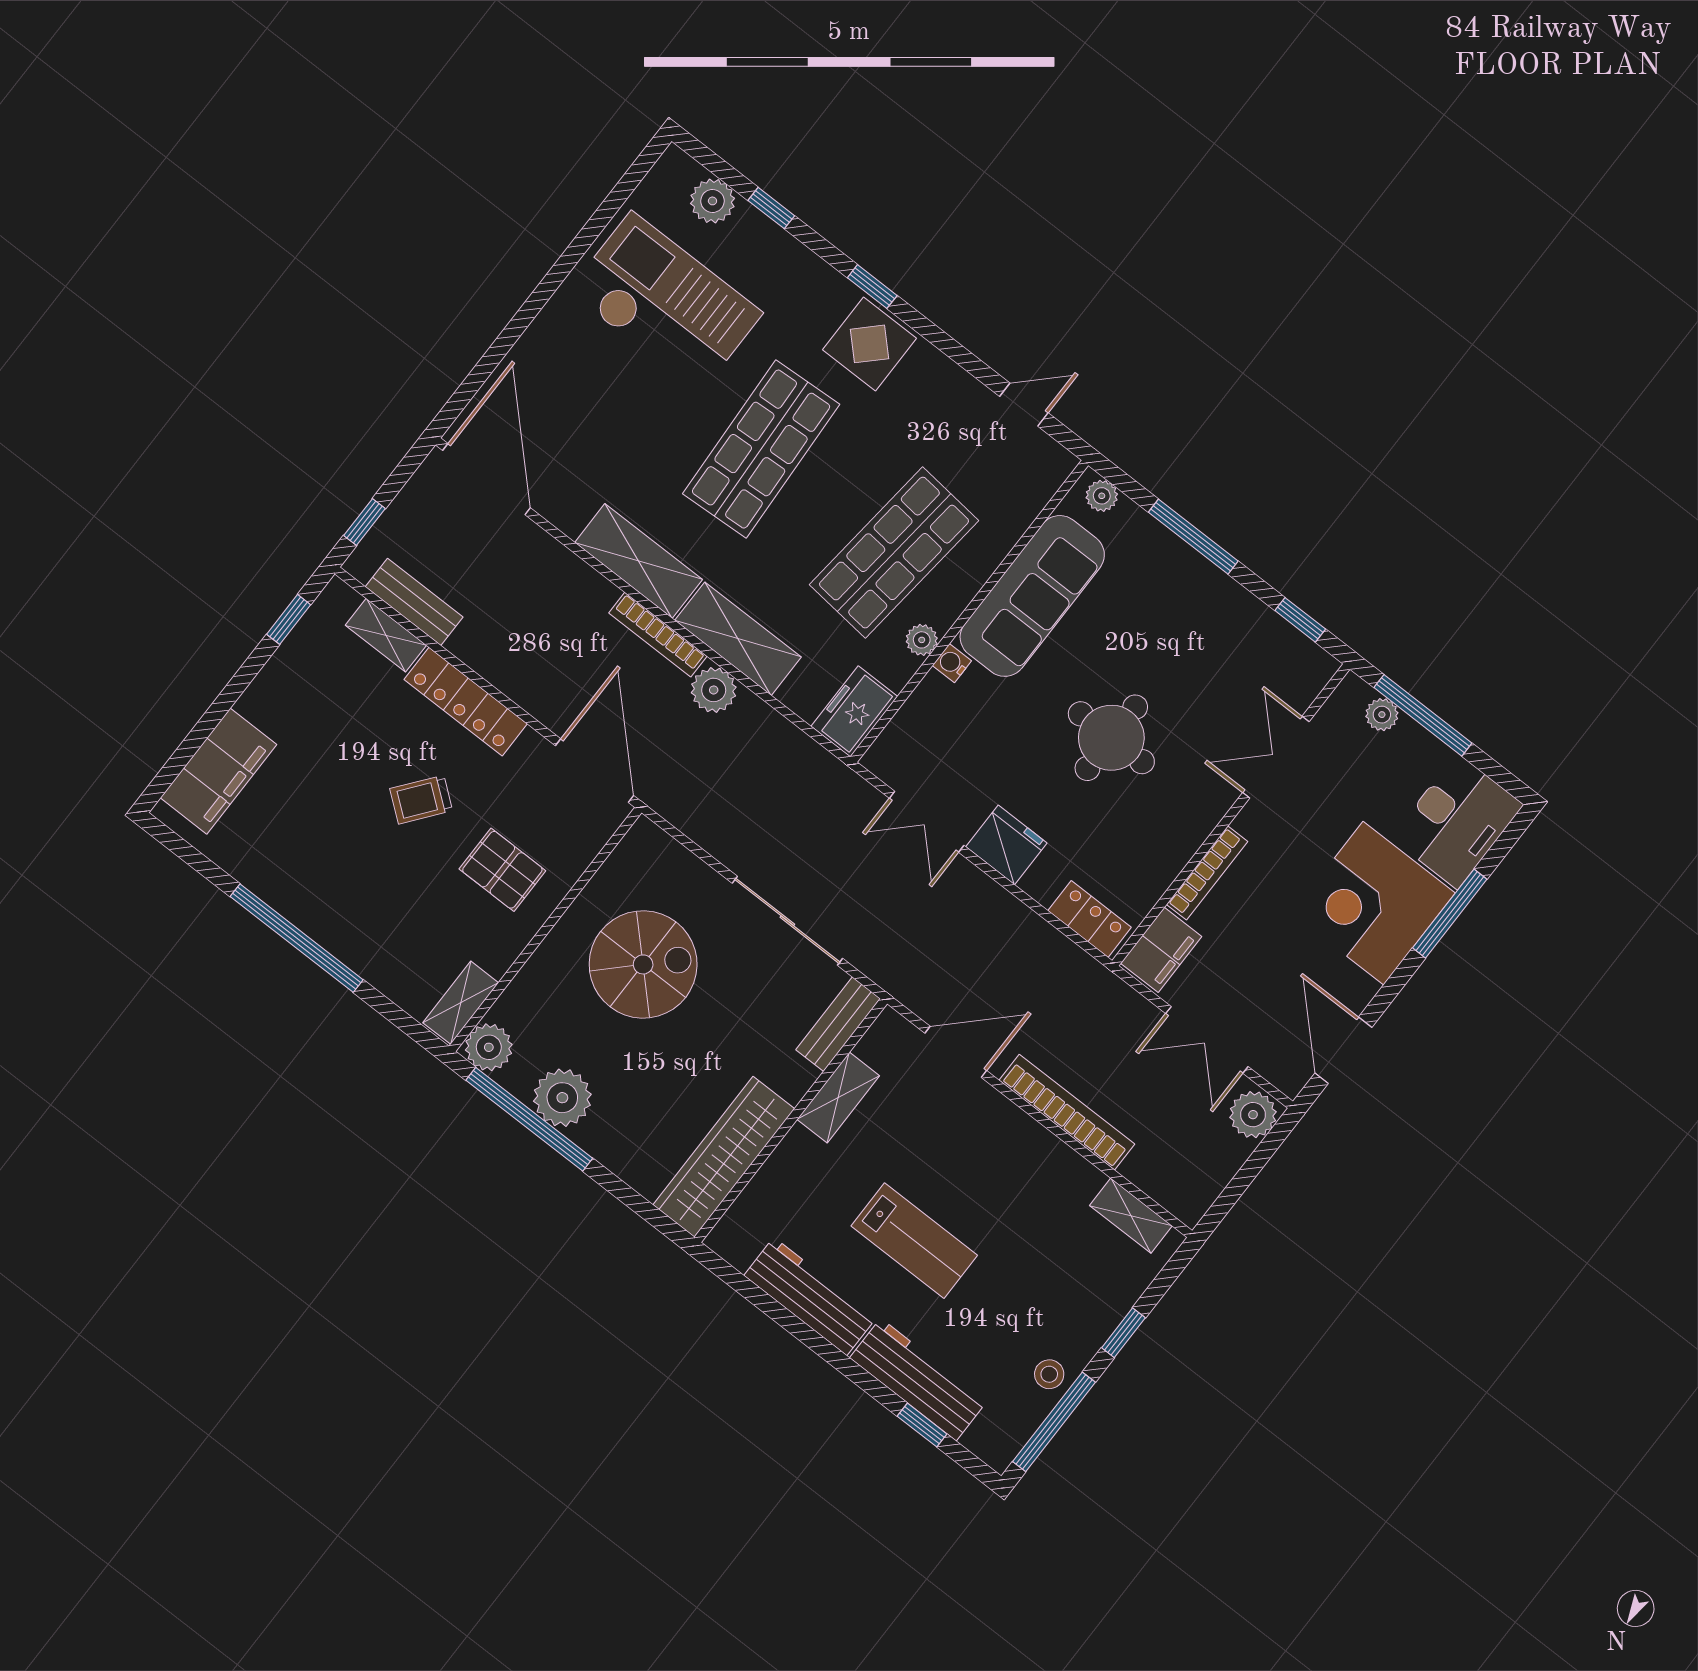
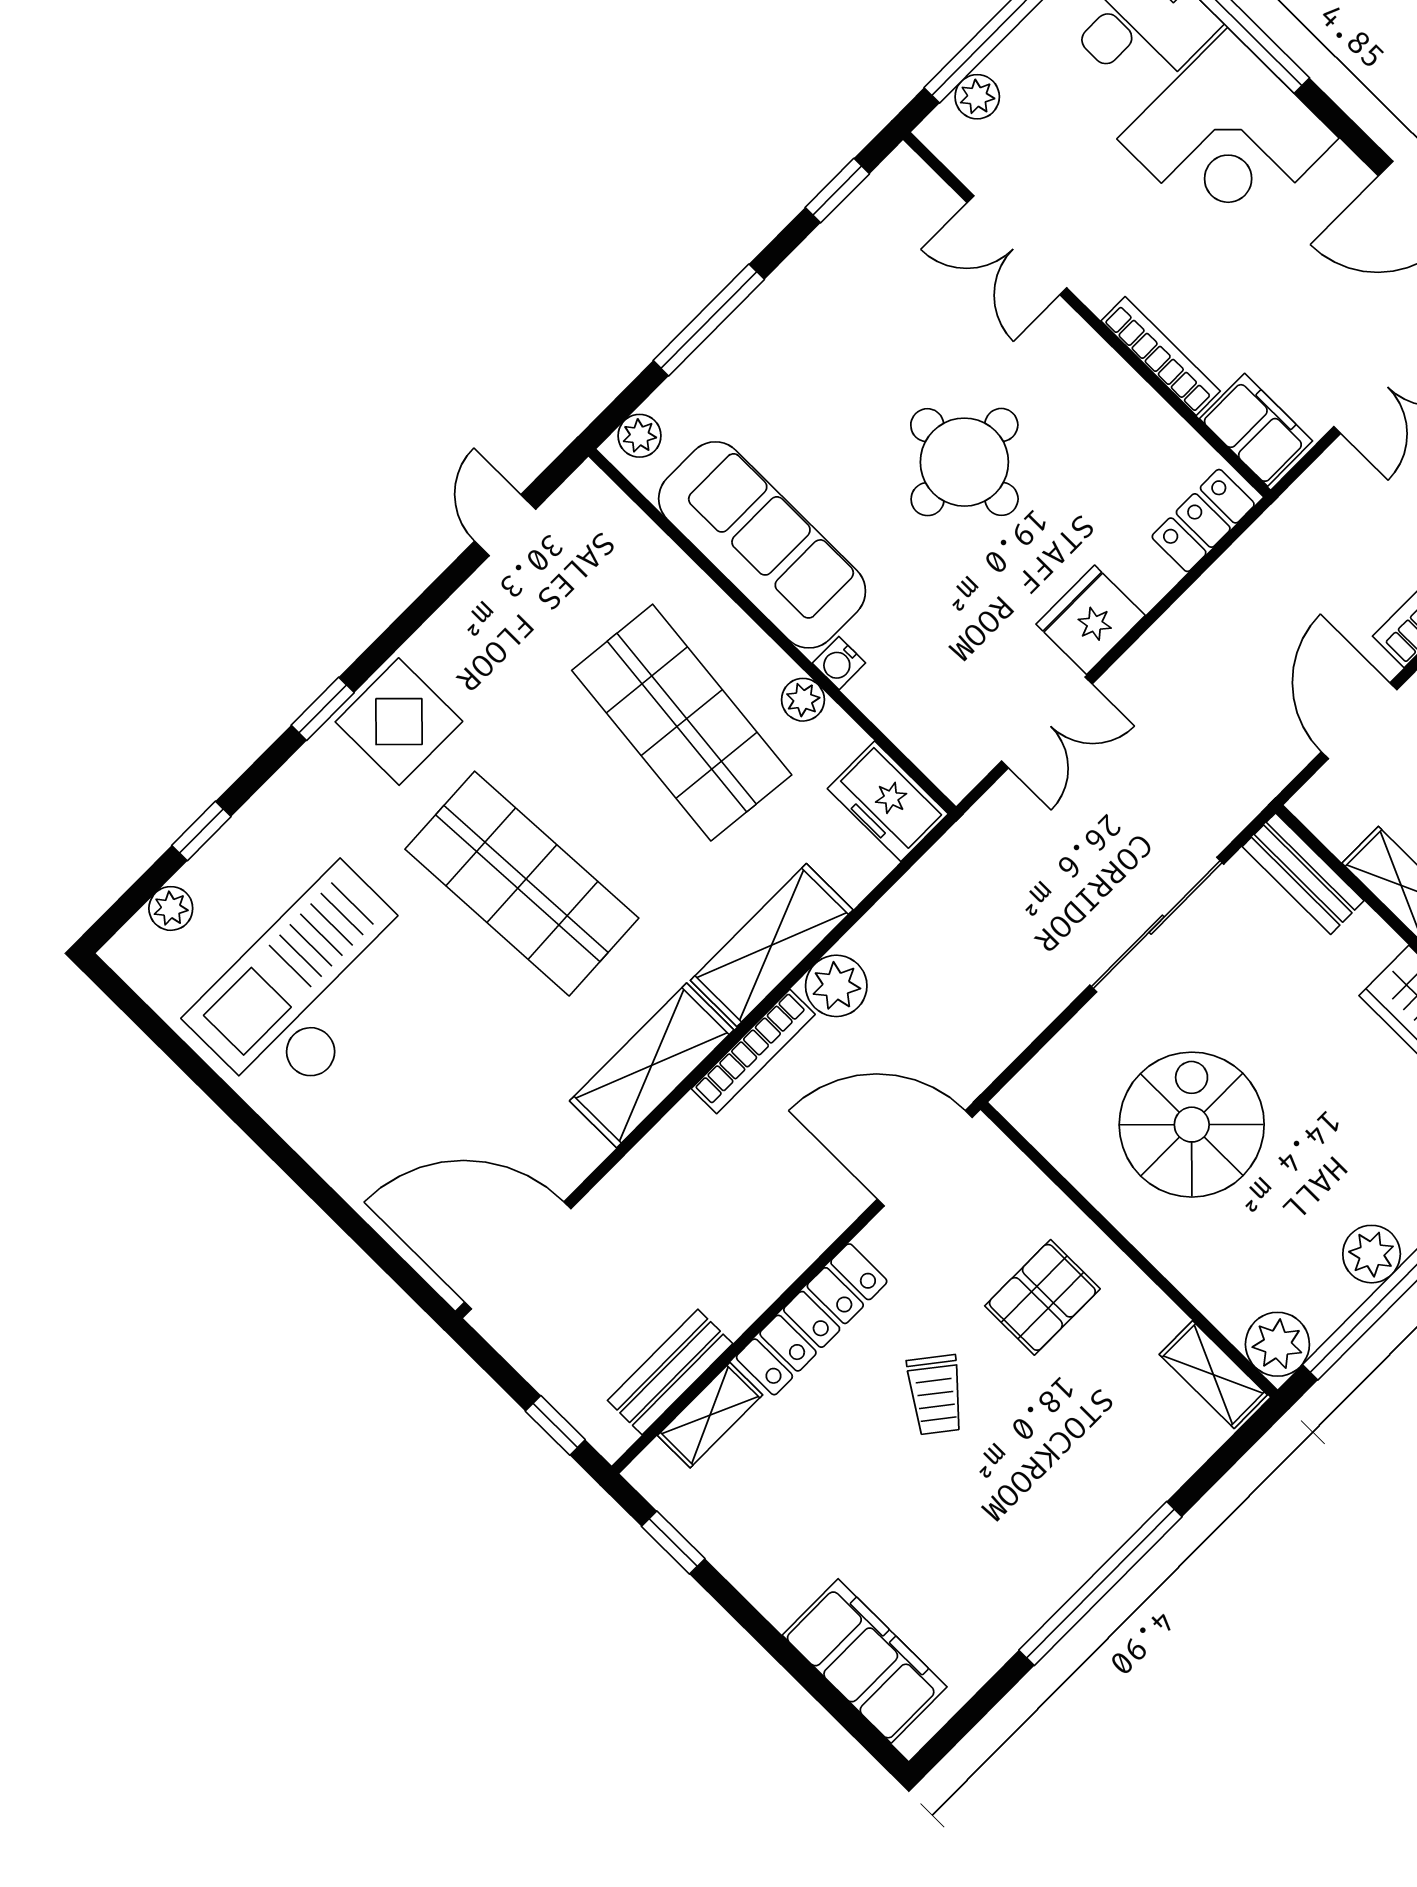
plant: (712, 201) -> (171, 908), width x0.73, depth x0.73
plant: (562, 1098) -> (1372, 1254), width x0.73, depth x0.73

